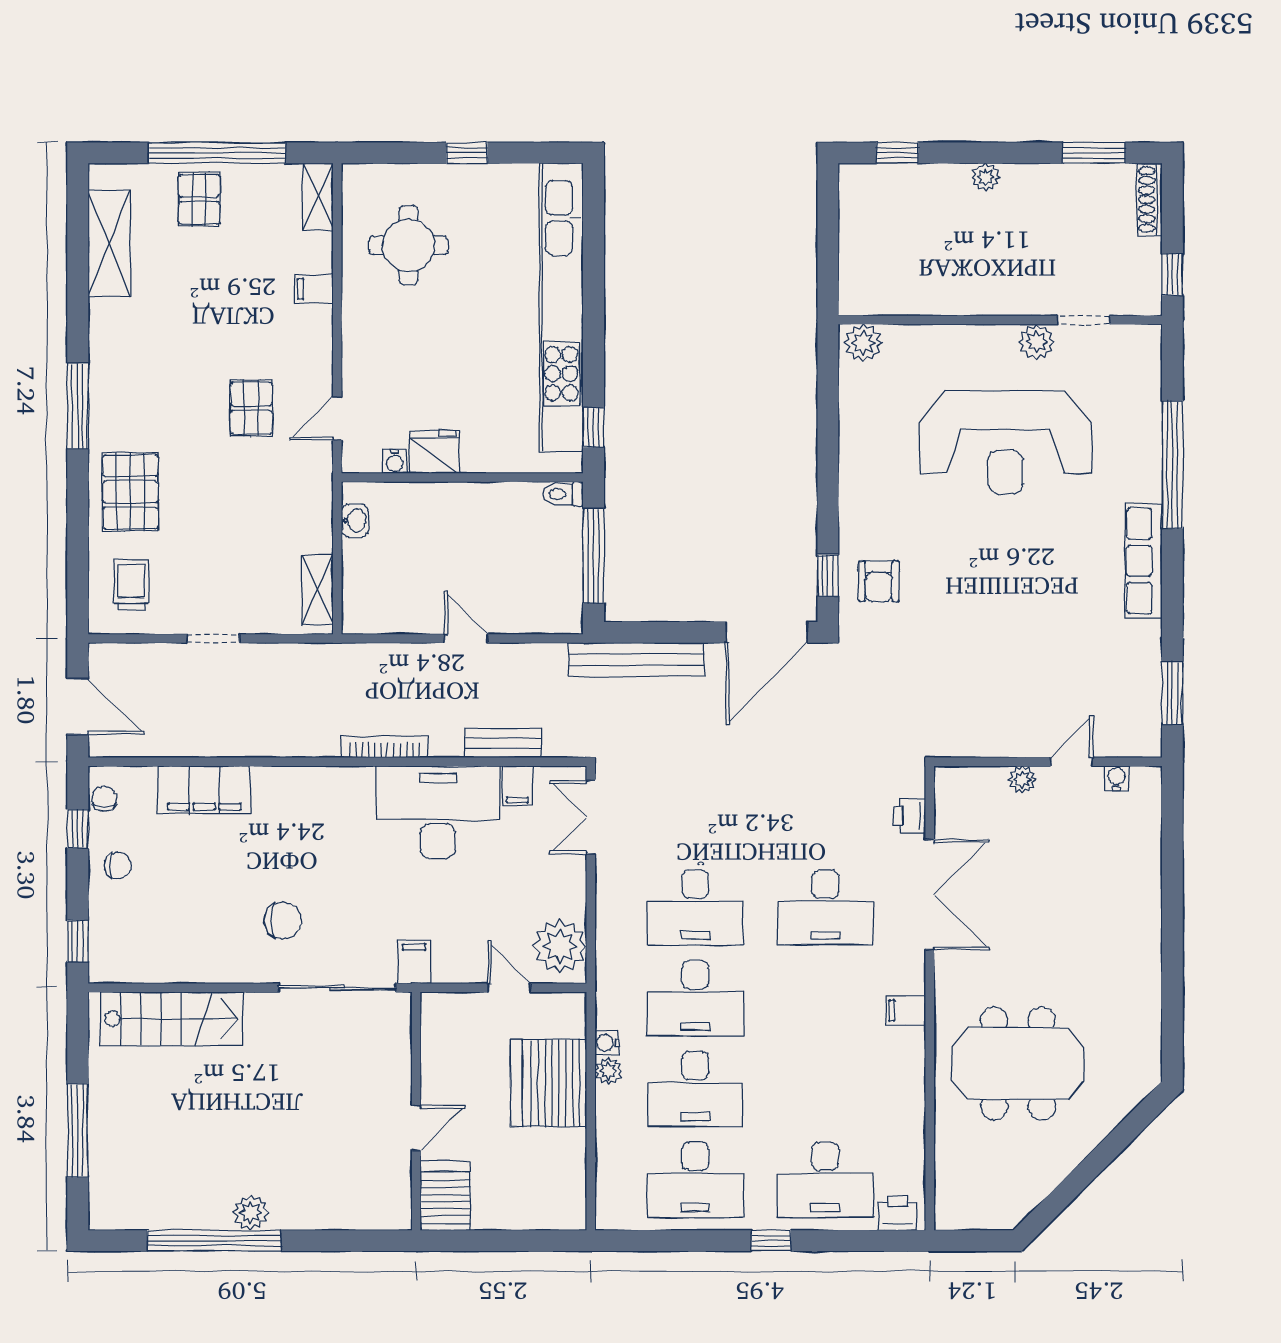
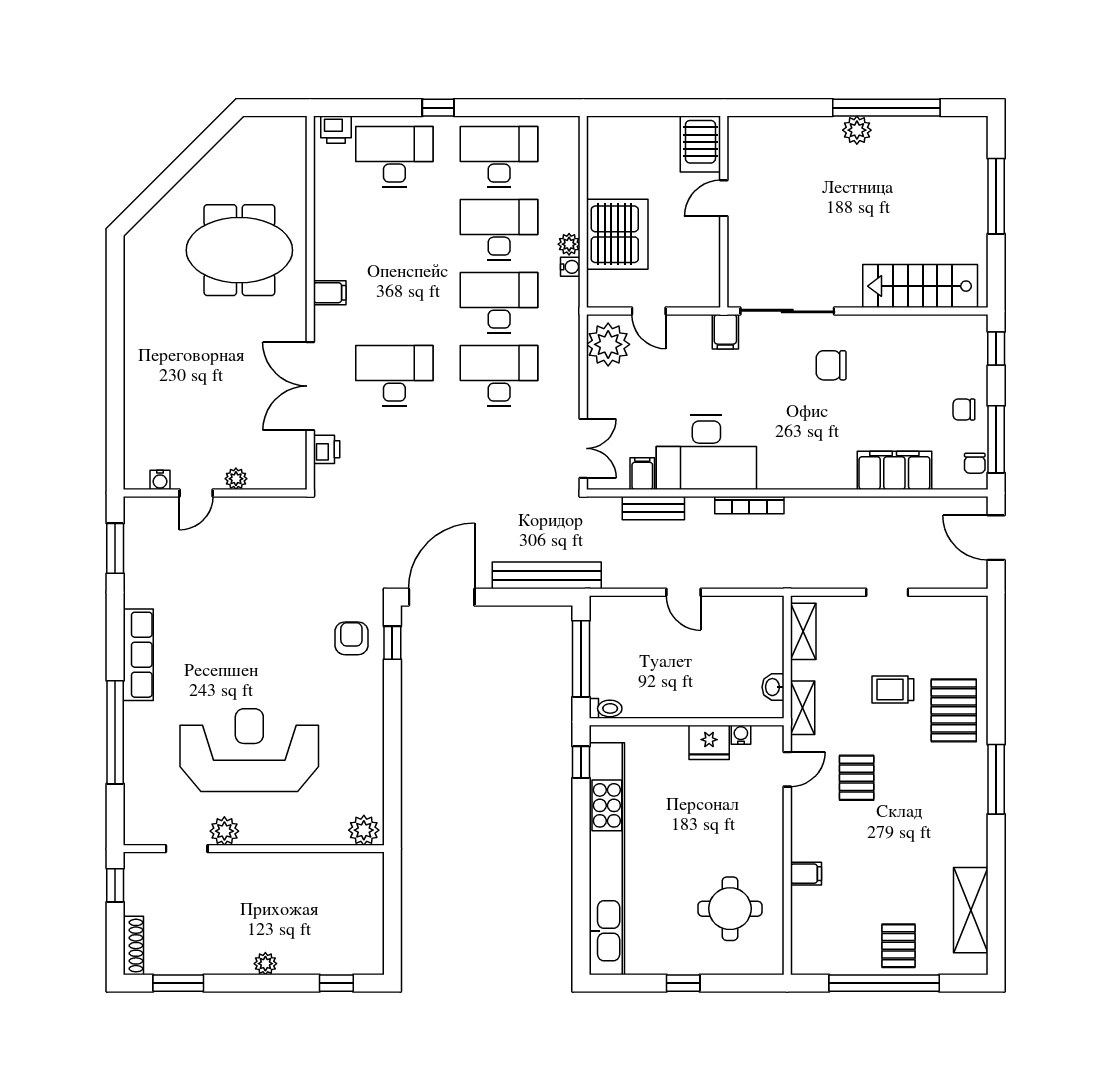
shelving: (318, 197) -> (803, 708), moved
trolley: (131, 585) -> (893, 690), moved, turned 90
window: (78, 829) -> (996, 439), width x2.17

